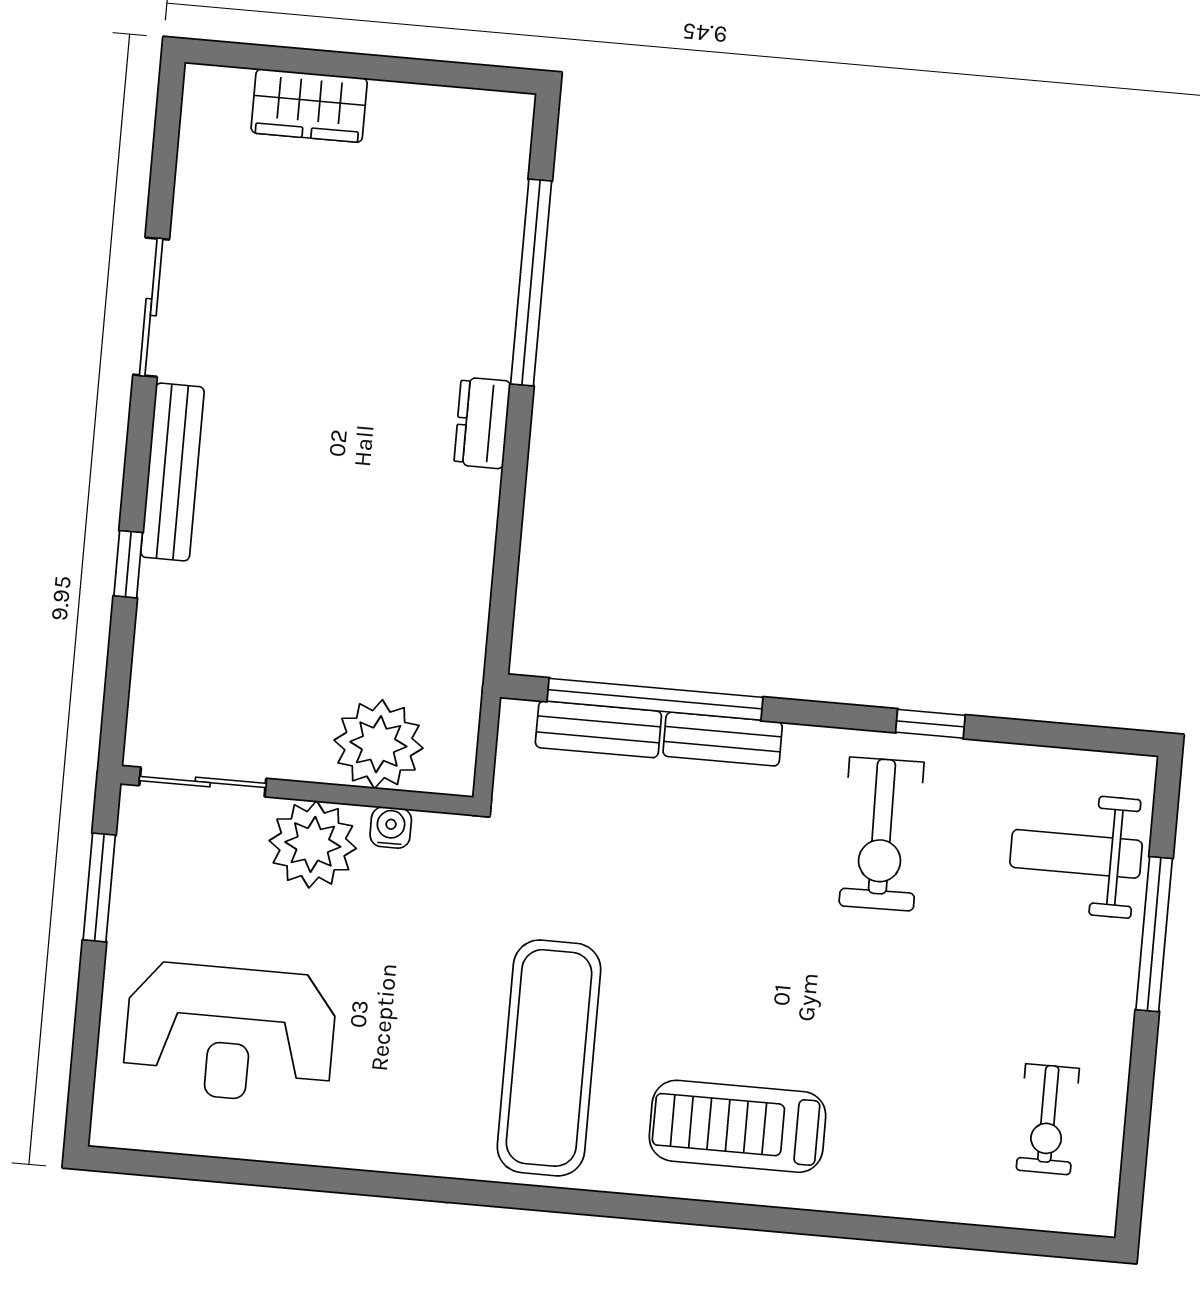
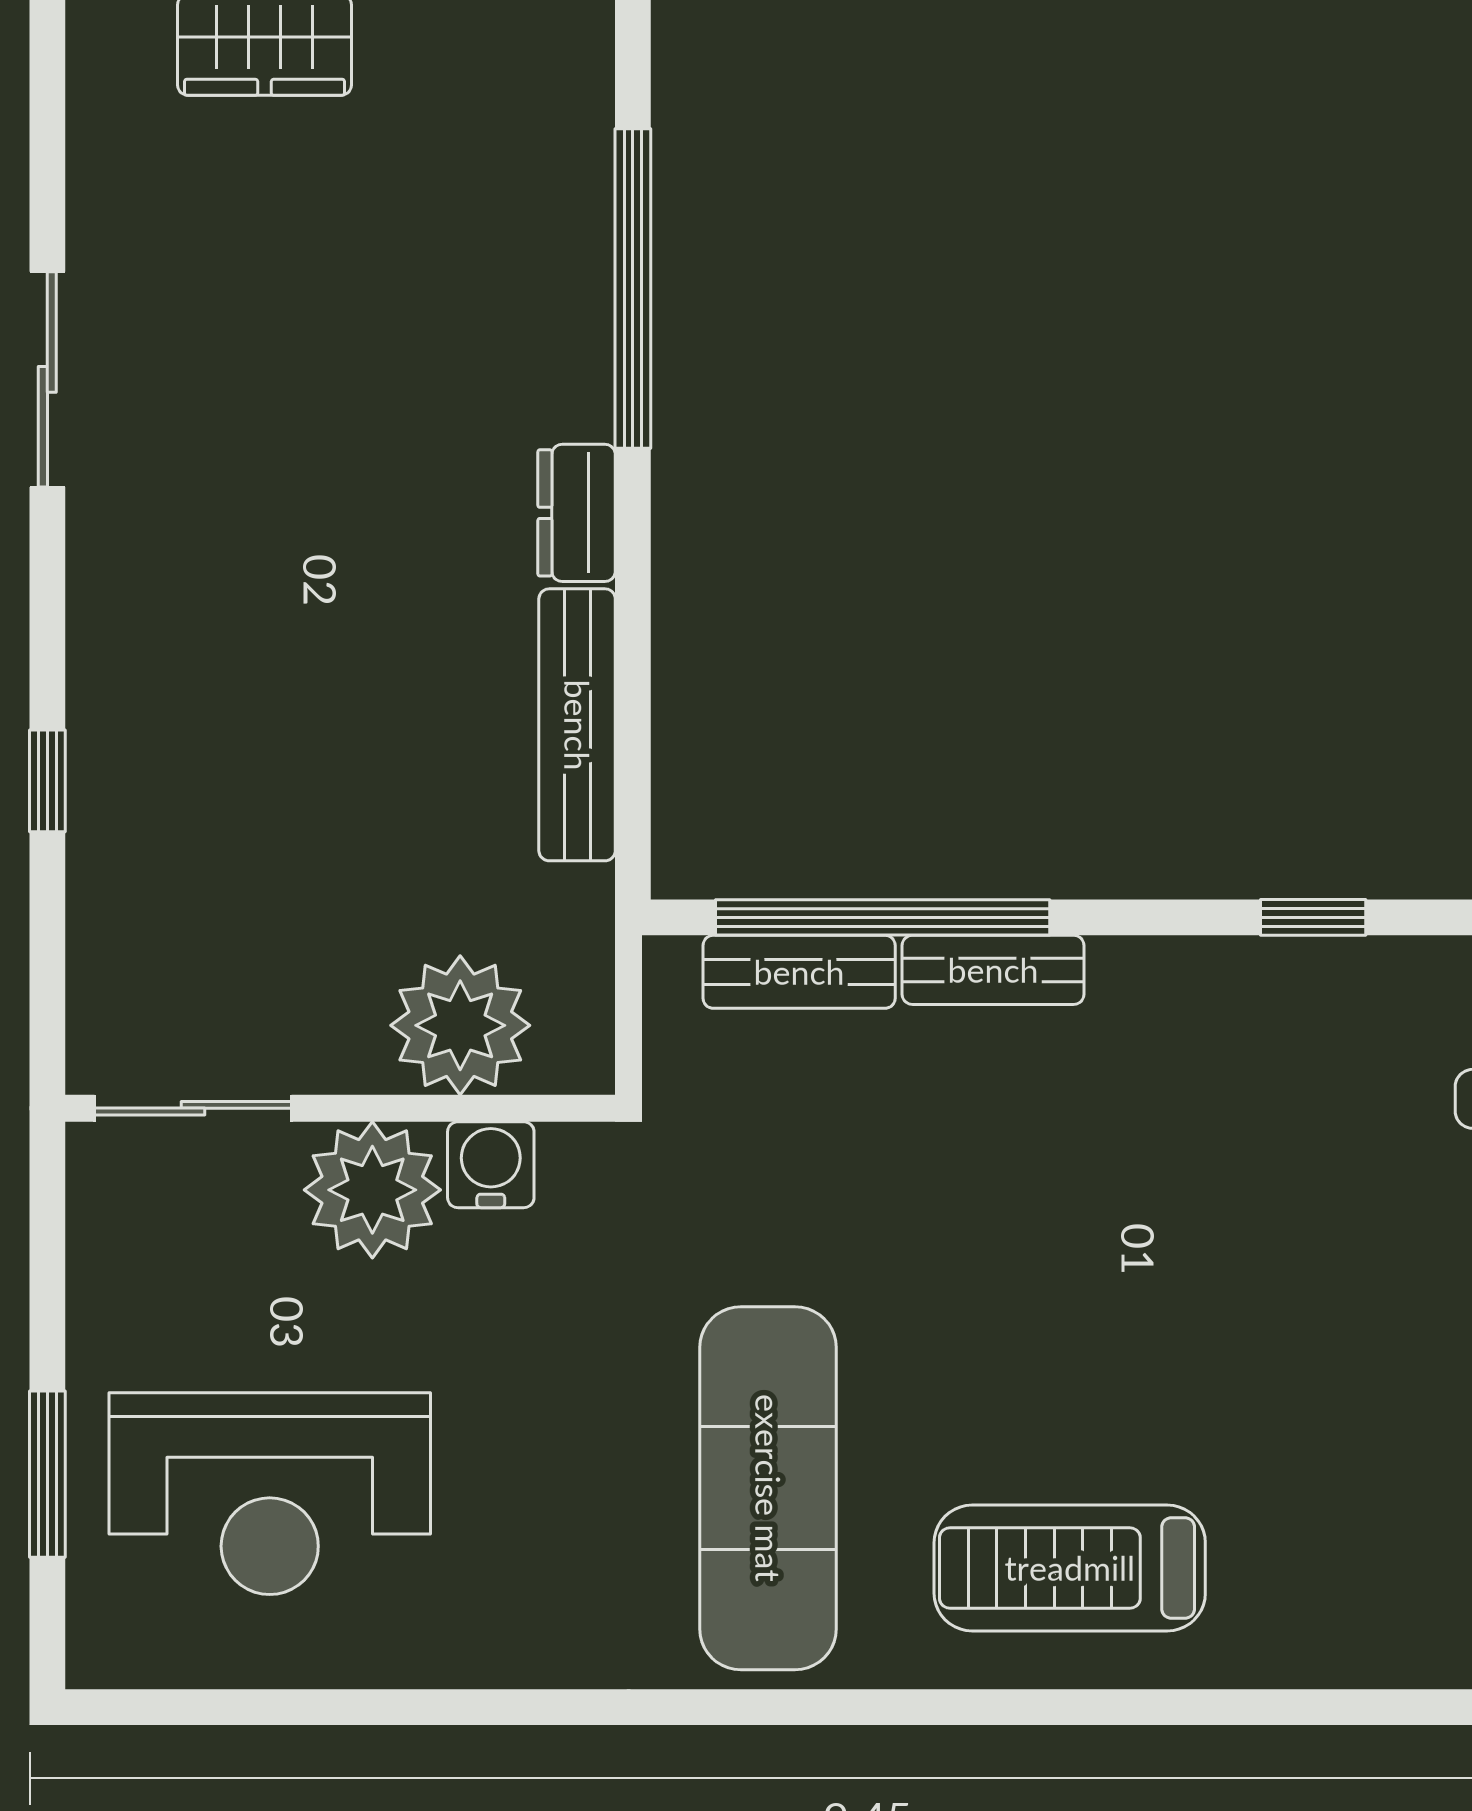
bench: (172, 472) -> (577, 725), moved
water cooler: (391, 827) -> (491, 1165), width x1.38, depth x1.38
exercise bike: (881, 834) -> (1252, 1095), removed
window: (99, 887) -> (47, 1474), moved

